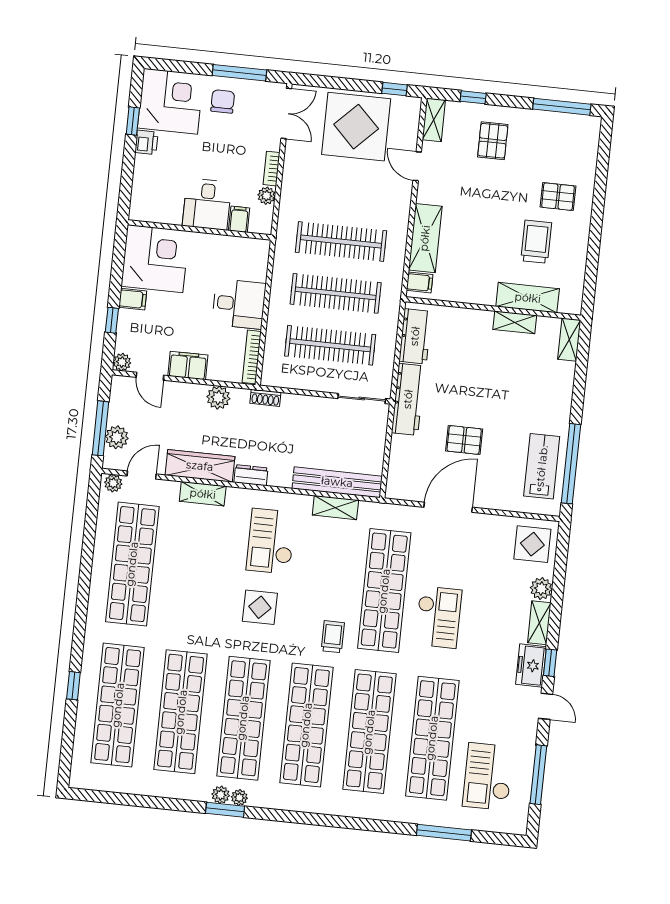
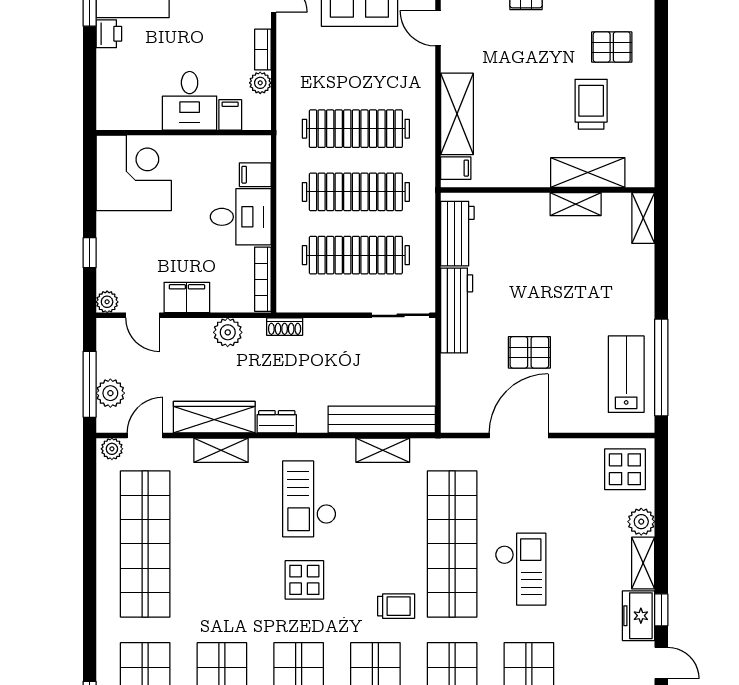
filing cabinet: (133, 299) -> (255, 175), moved, turned 180
trolley: (333, 637) -> (396, 606), turned 90

